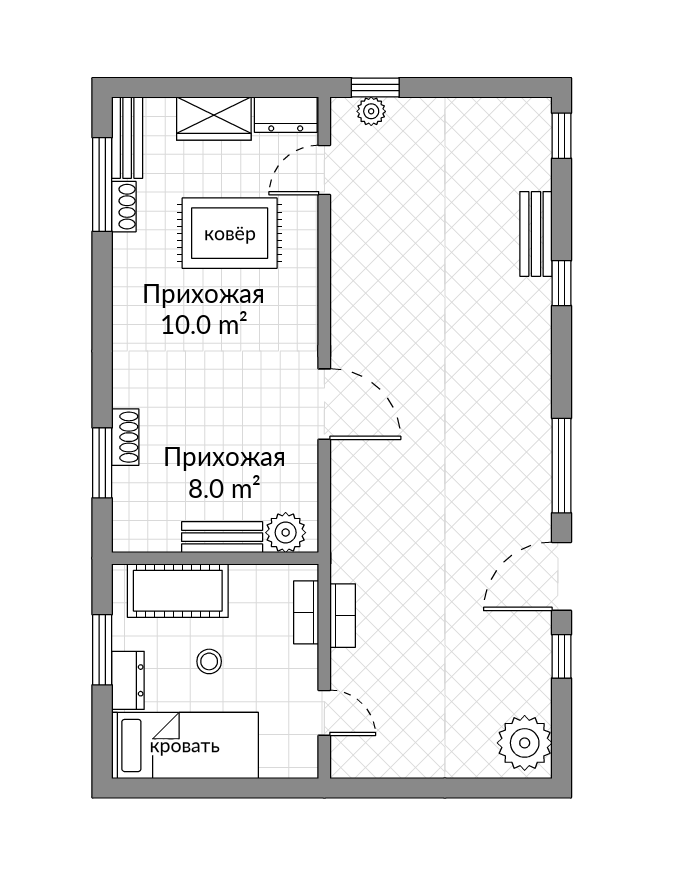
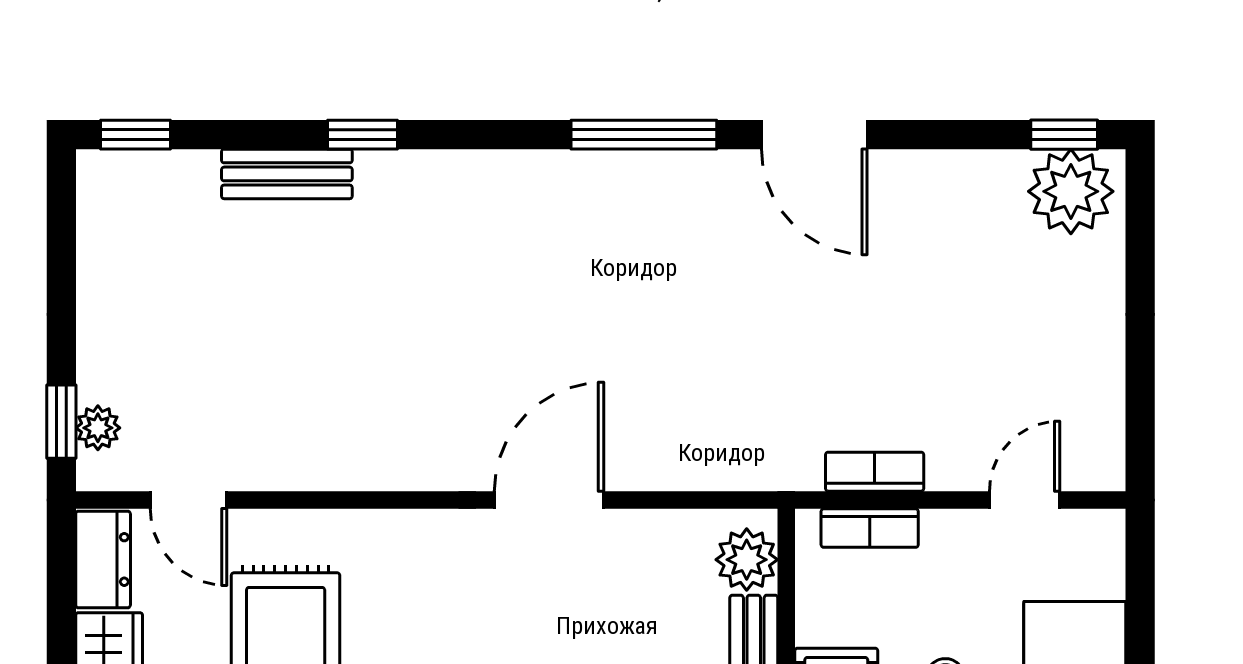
window: (562, 656) -> (1064, 135), moved

